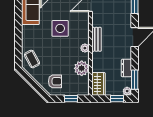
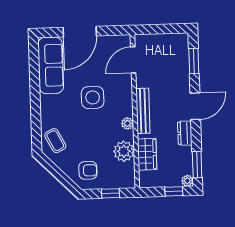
bench: (96, 39) -> (143, 111), width x1.36
dresser: (126, 68) -> (185, 133), moved
wardrobe: (98, 84) -> (147, 154), moved

